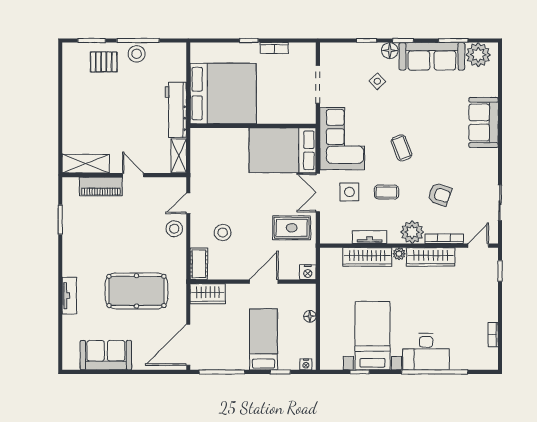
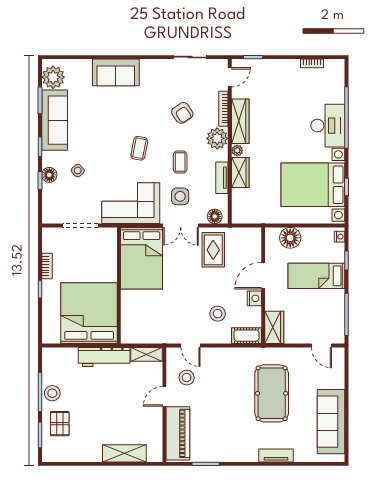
floor lamp: (390, 51) -> (49, 175), moved
coffee table: (401, 148) -> (139, 148), turned -58
shelving: (86, 164) -> (124, 453), moved, turned 90
piano: (101, 186) -> (178, 433), width x1.37, depth x1.33
armchair: (440, 194) -> (182, 113), turned 128
stool: (174, 229) -> (187, 378), moved
floor lamp: (328, 229) -> (215, 216), added
door: (478, 246) -> (230, 77), swing flipped
wardrobe: (367, 257) -> (240, 172), width x0.67
nightstand: (308, 272) -> (254, 298), moved
door: (264, 282) -> (263, 276), hinge flipped
floor lamp: (310, 316) -> (290, 238), width x1.89, depth x1.89
bed with nightstands: (372, 336) -> (313, 185), width x1.36
door: (188, 345) -> (321, 345), width x0.53
sofa: (106, 355) -> (331, 422), width x1.36

